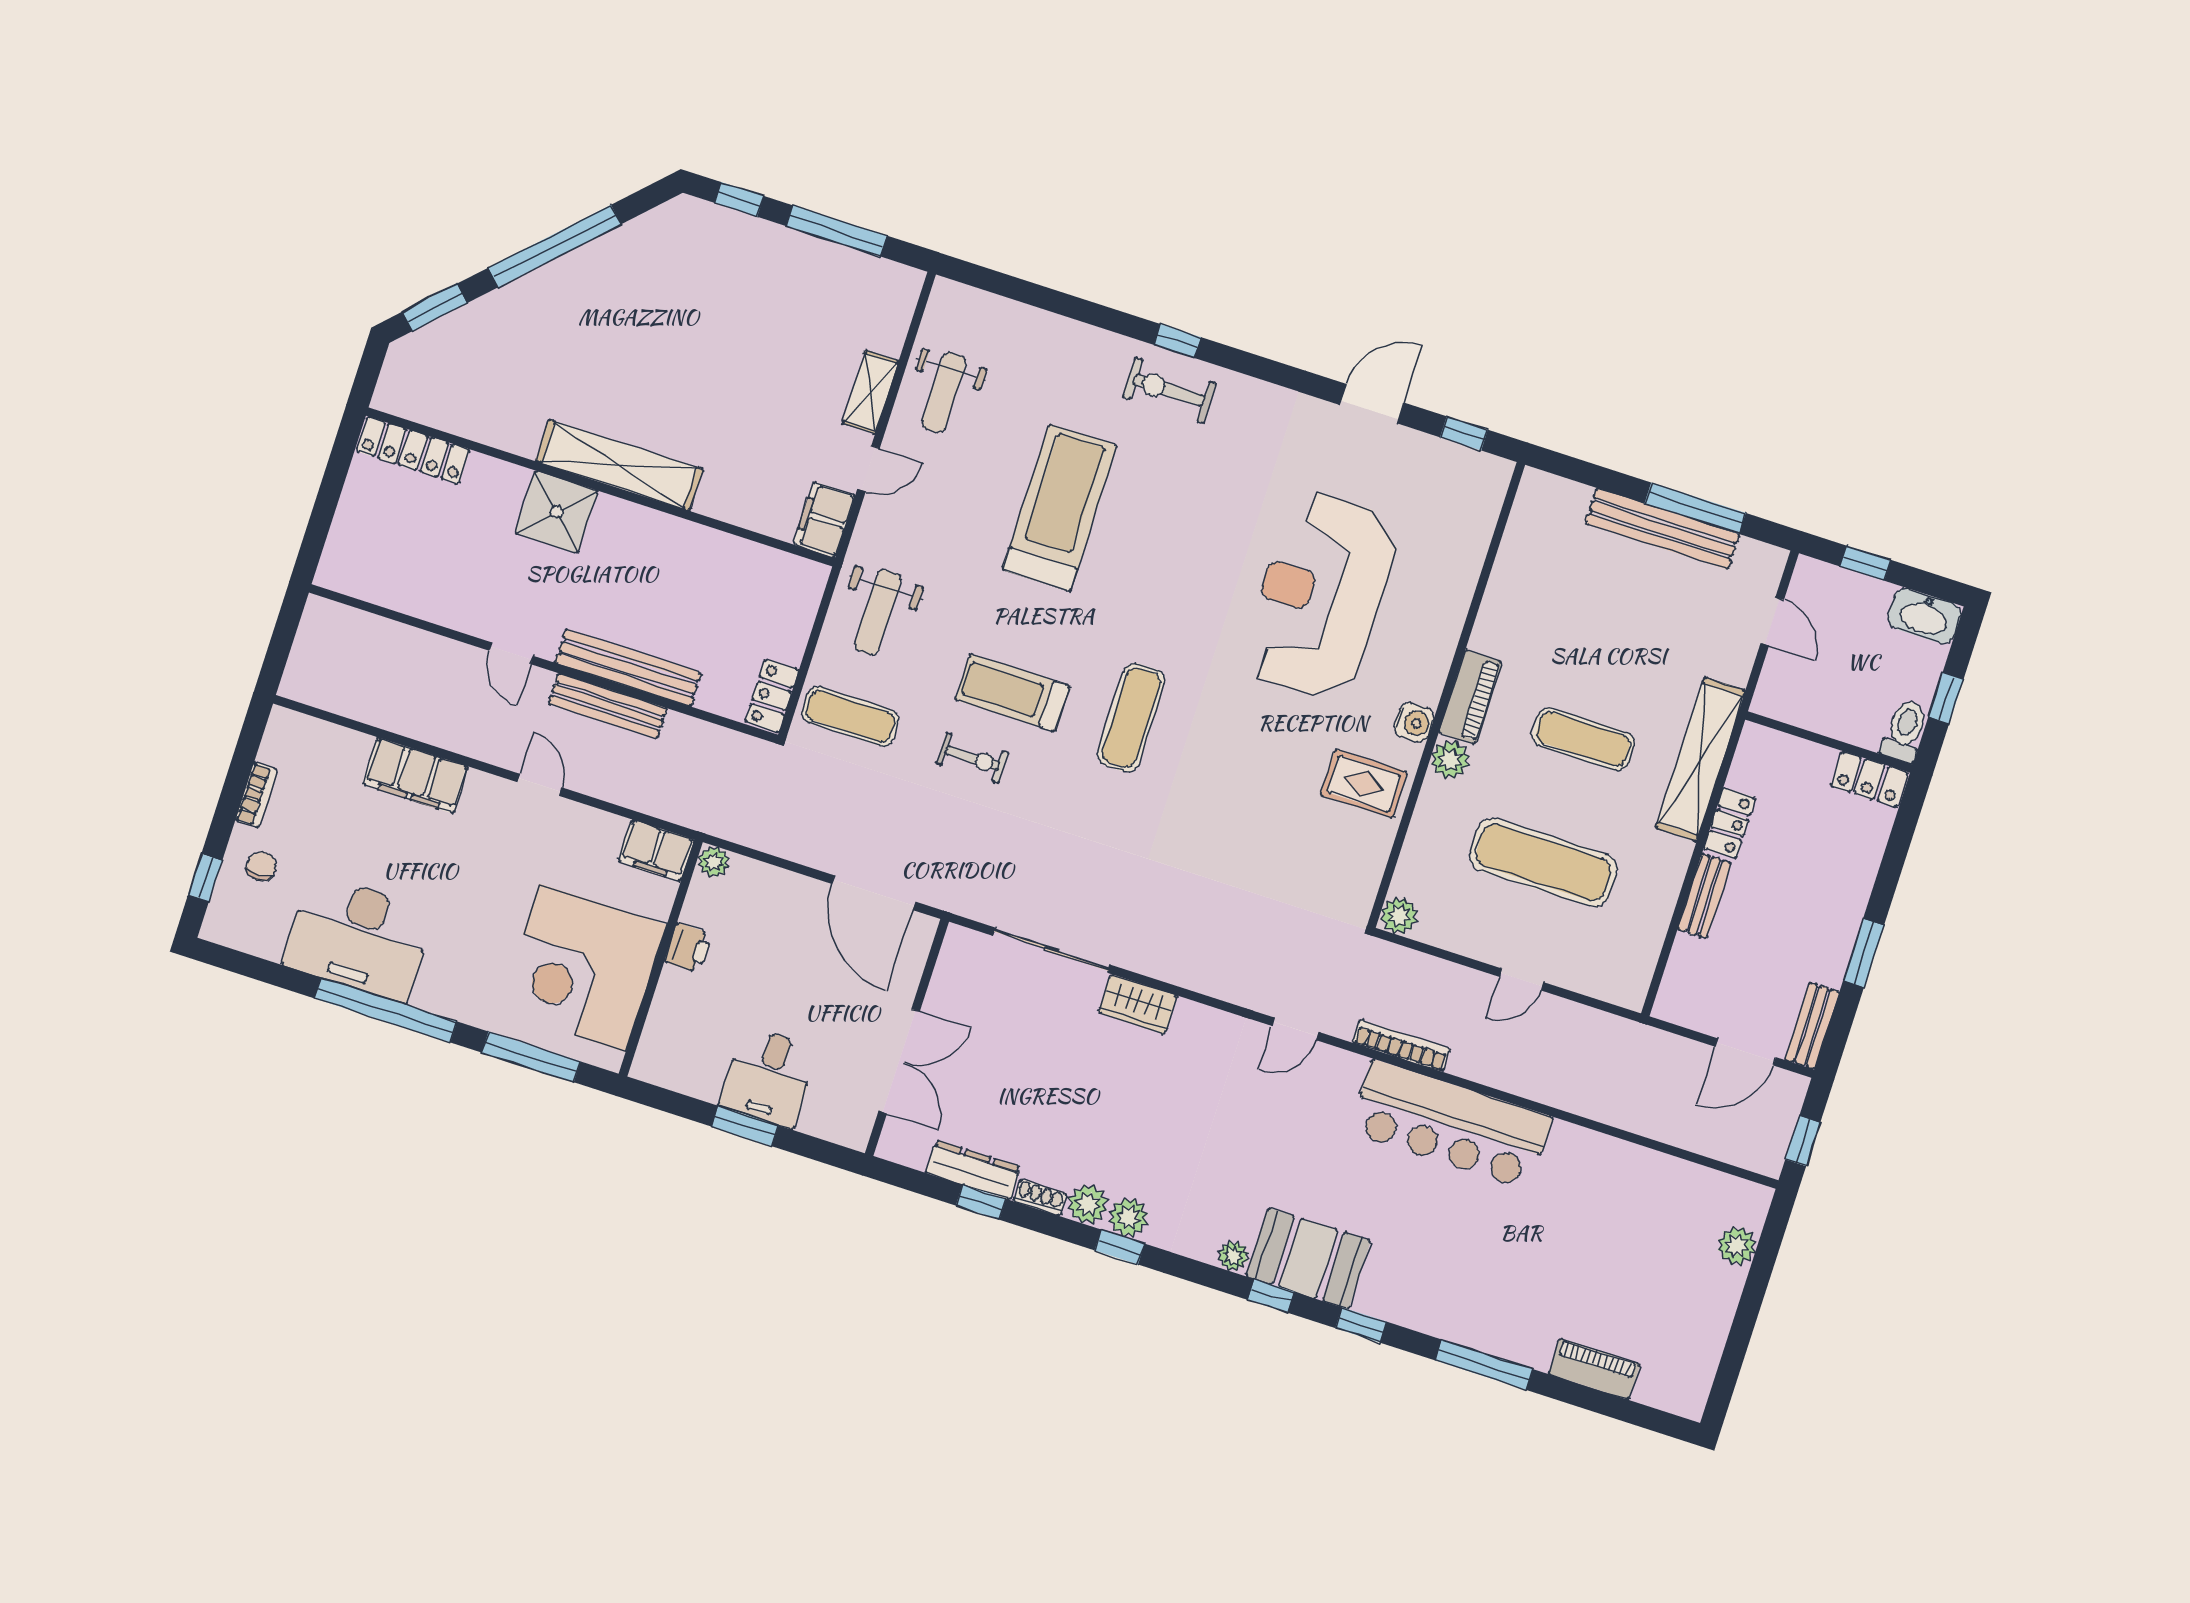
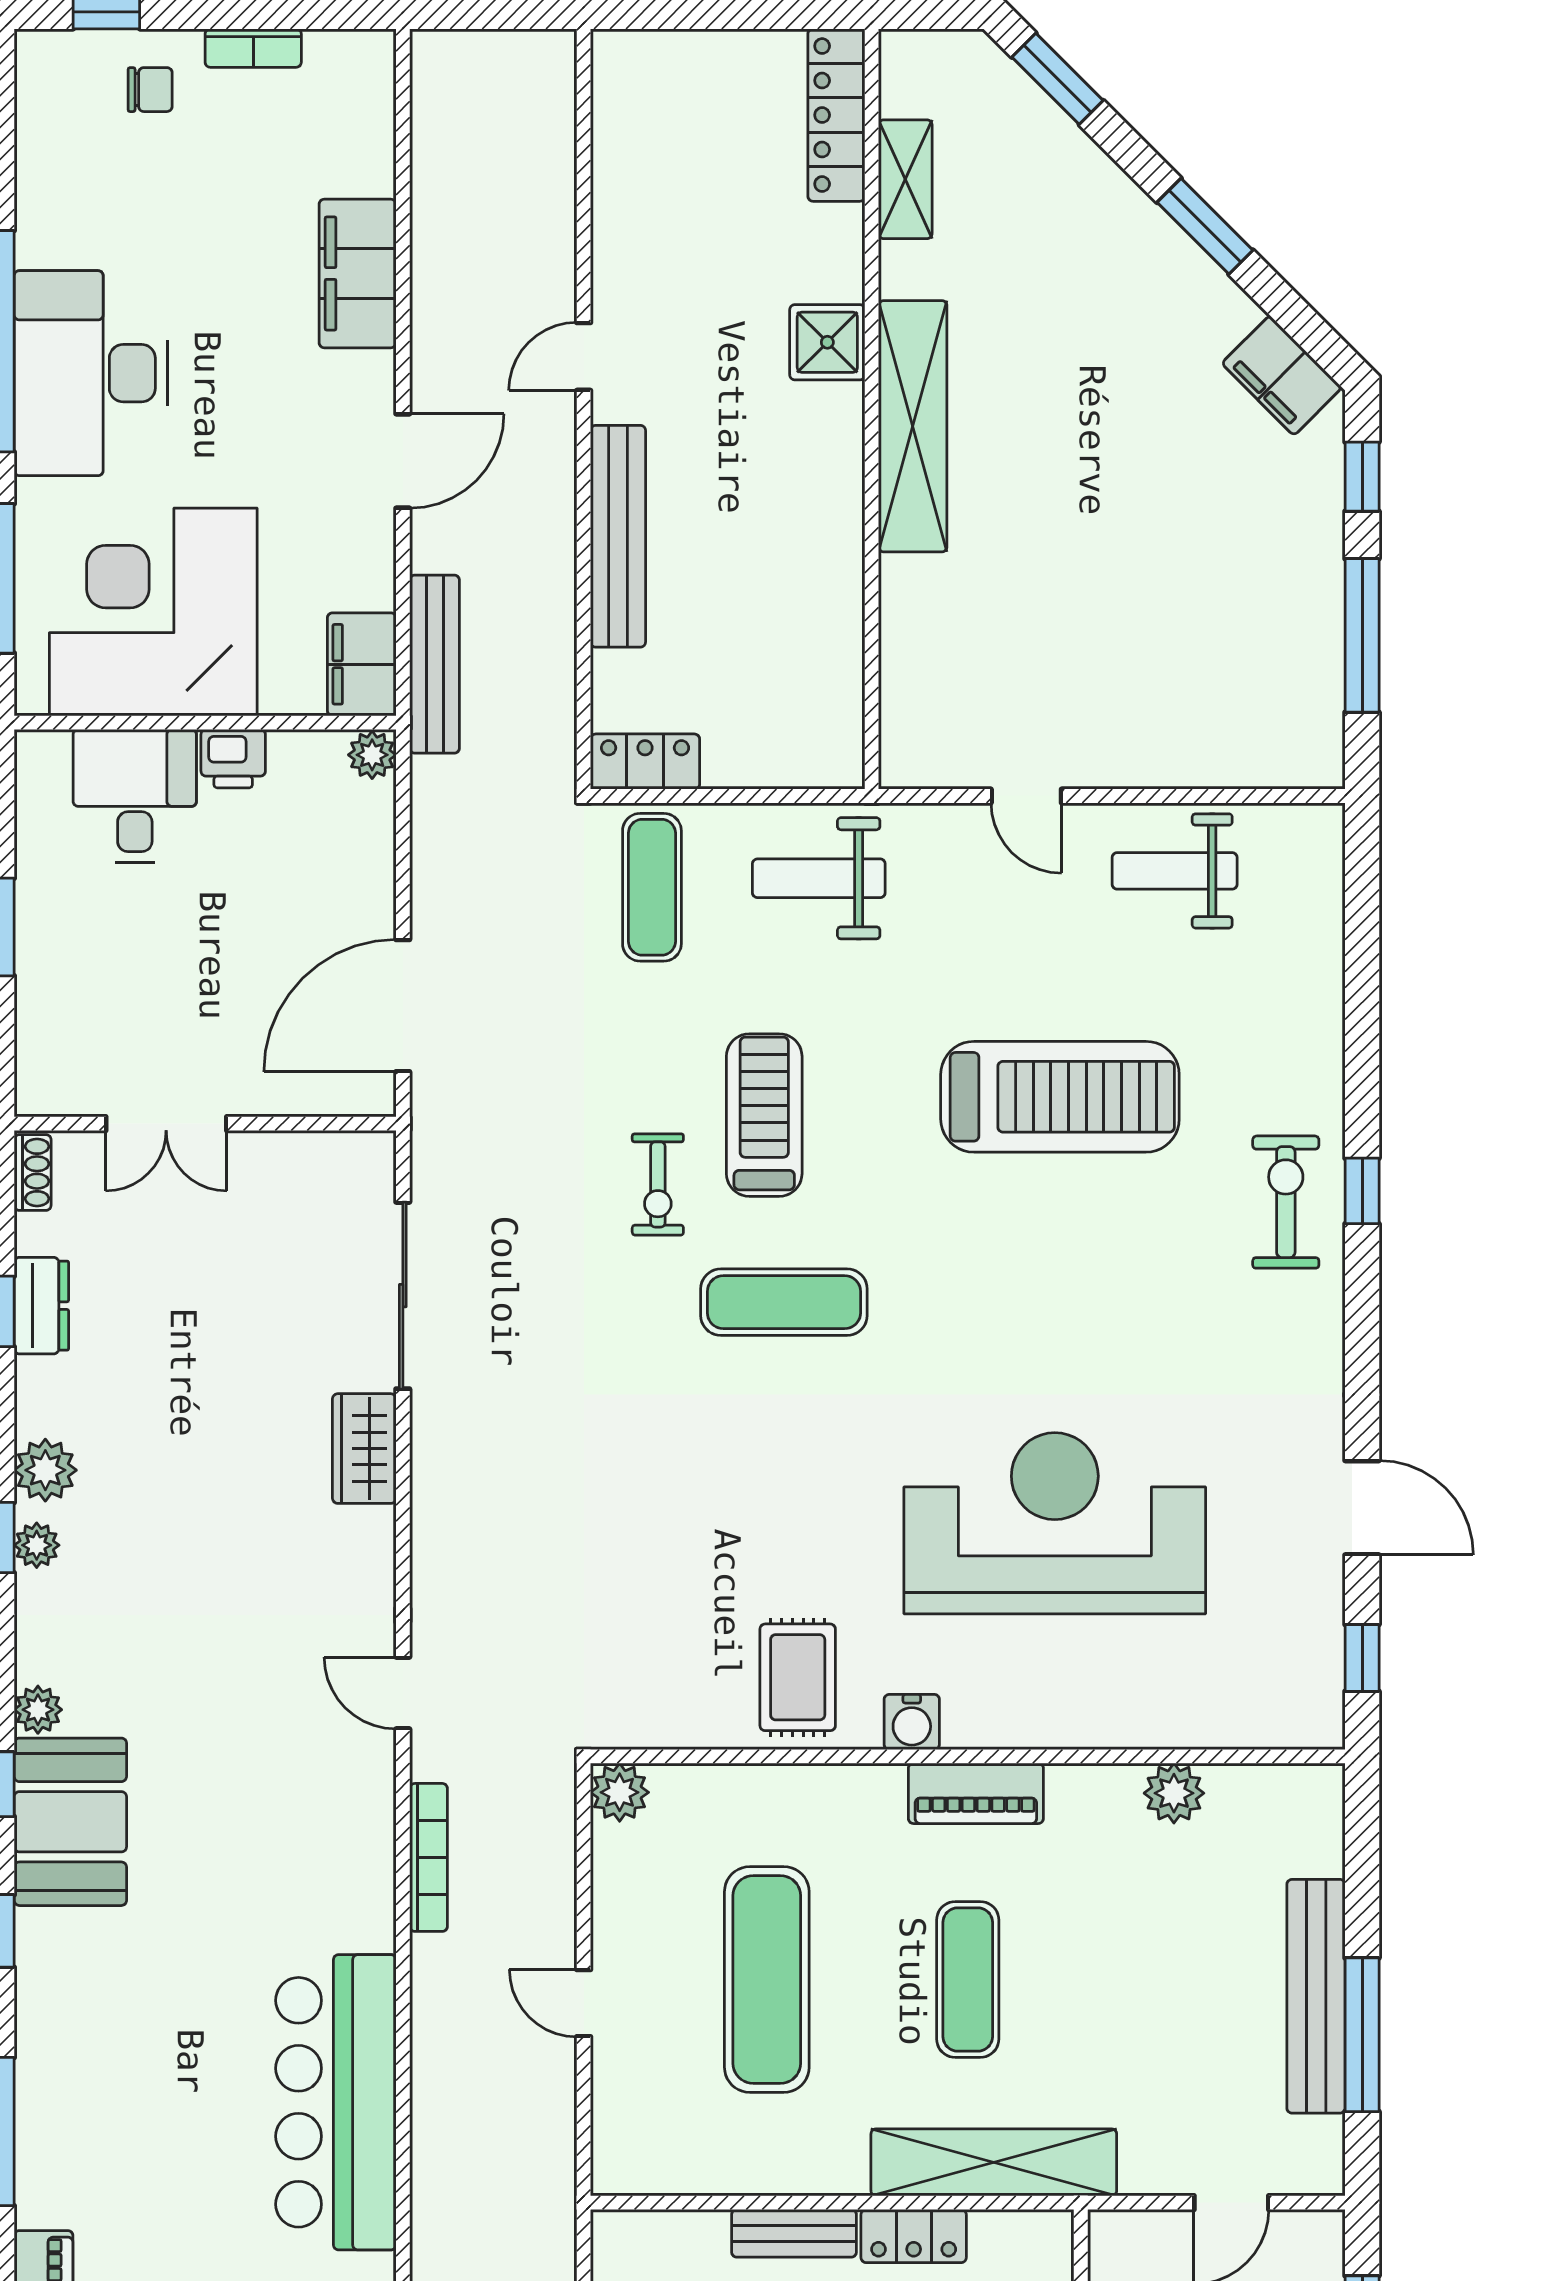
window: (554, 246) -> (1205, 226), width x0.47
shelving: (871, 392) -> (905, 179), moved, turned 90
shower: (556, 512) -> (827, 342), width x0.73, depth x0.73
filing cabinet: (824, 520) -> (1282, 375), moved, turned -135
bench: (608, 706) -> (435, 664), moved
exercise bike: (972, 758) -> (658, 1184), moved
plant: (1450, 760) -> (1174, 1793), moved
door: (539, 785) -> (403, 461), width x1.38
desk: (359, 938) -> (91, 373), moved
double door: (899, 1061) -> (166, 1124), width x0.73
desk: (768, 1077) -> (135, 796), moved, turned 90
bar counter: (1451, 1125) -> (336, 2102), moved
dresser: (973, 1170) -> (41, 1306), width x0.70
shoe rack: (1040, 1197) -> (33, 1172), moved
plant: (1129, 1217) -> (37, 1545), width x0.73, depth x0.73

